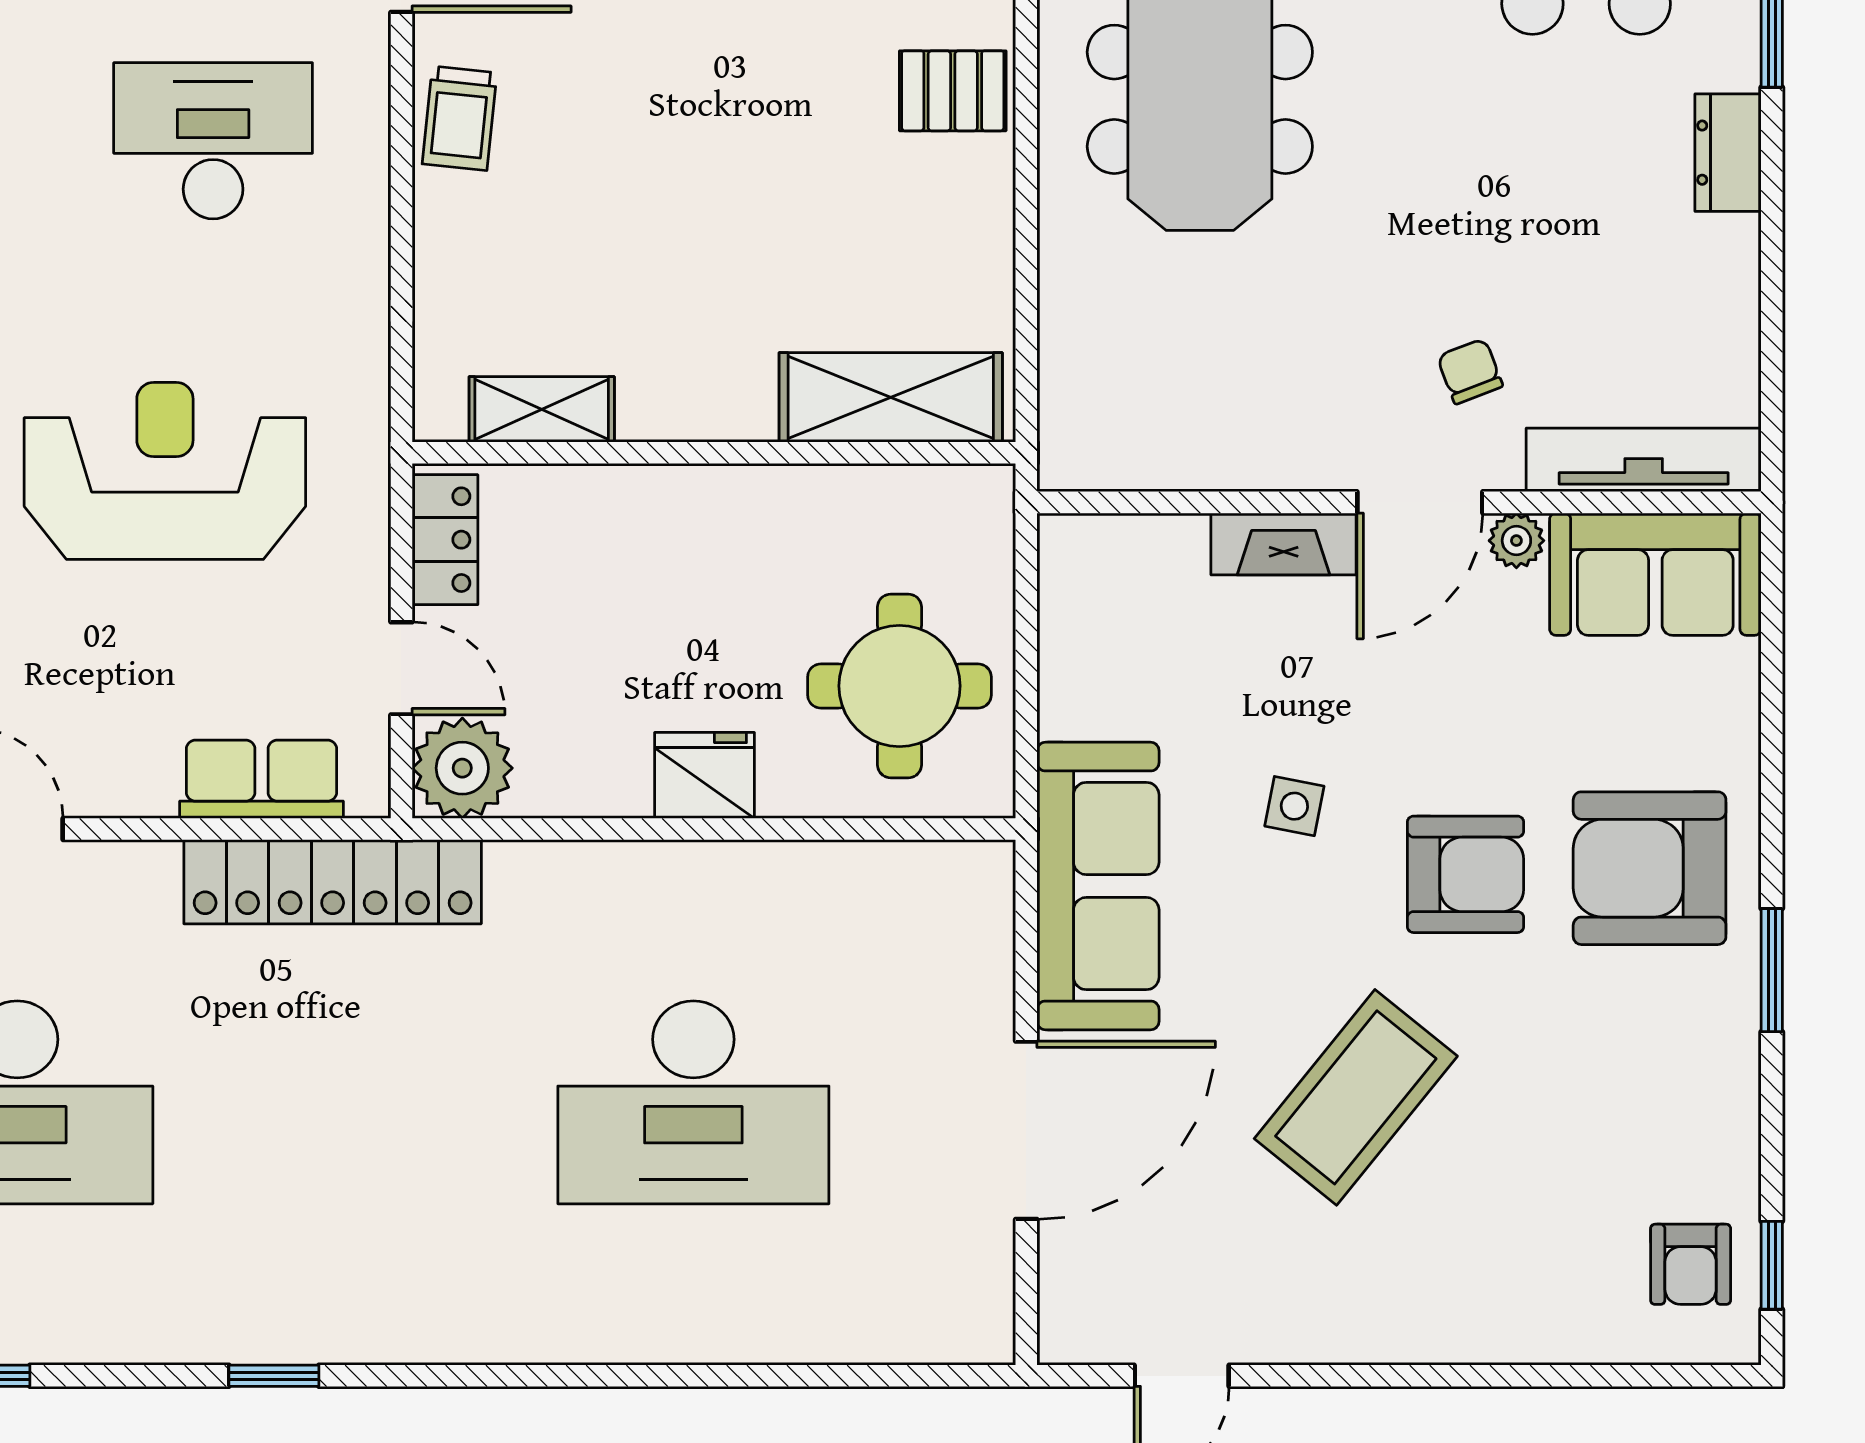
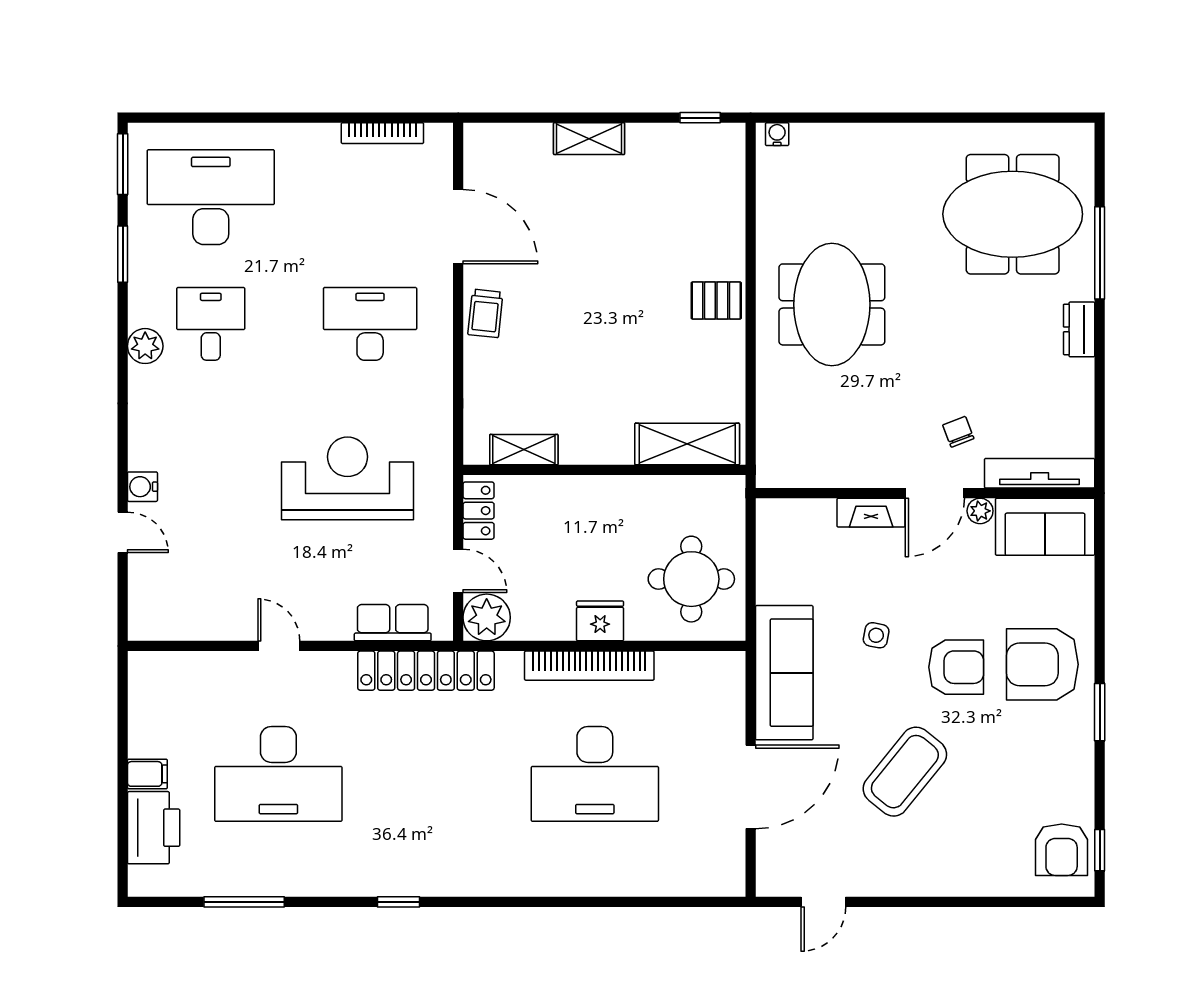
bookcase: (682, 871) -> (589, 666), added
armchair: (1691, 1264) -> (1062, 850), width x1.38, depth x1.38

